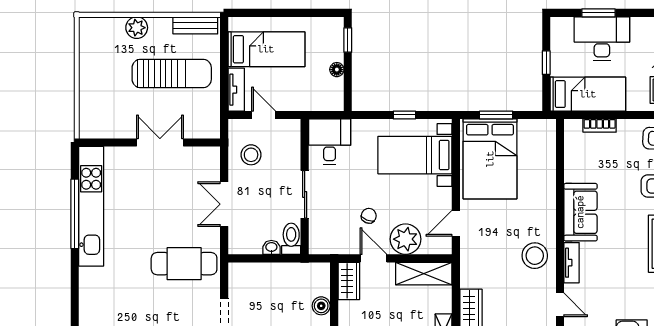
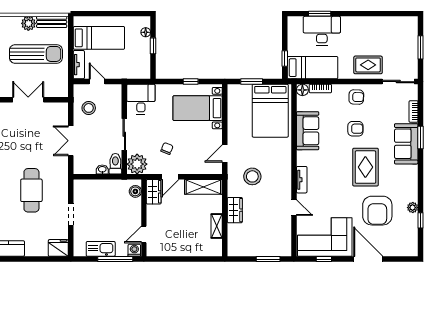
plant: (137, 28) -> (28, 23), moved
window: (348, 40) -> (153, 46), moved
window: (546, 63) -> (285, 58), moved
floor lamp: (337, 70) -> (146, 32), moved
floor lamp: (573, 128) -> (302, 90), added
bed: (490, 159) -> (270, 111), moved
sofa: (580, 212) -> (308, 131), moved
plant: (406, 239) -> (137, 164), moved
stool: (535, 256) -> (252, 176), moved
door: (373, 258) -> (170, 177), swing flipped
cafe table: (184, 264) -> (31, 190), moved, turned 90
boiler: (321, 306) -> (135, 191), moved

